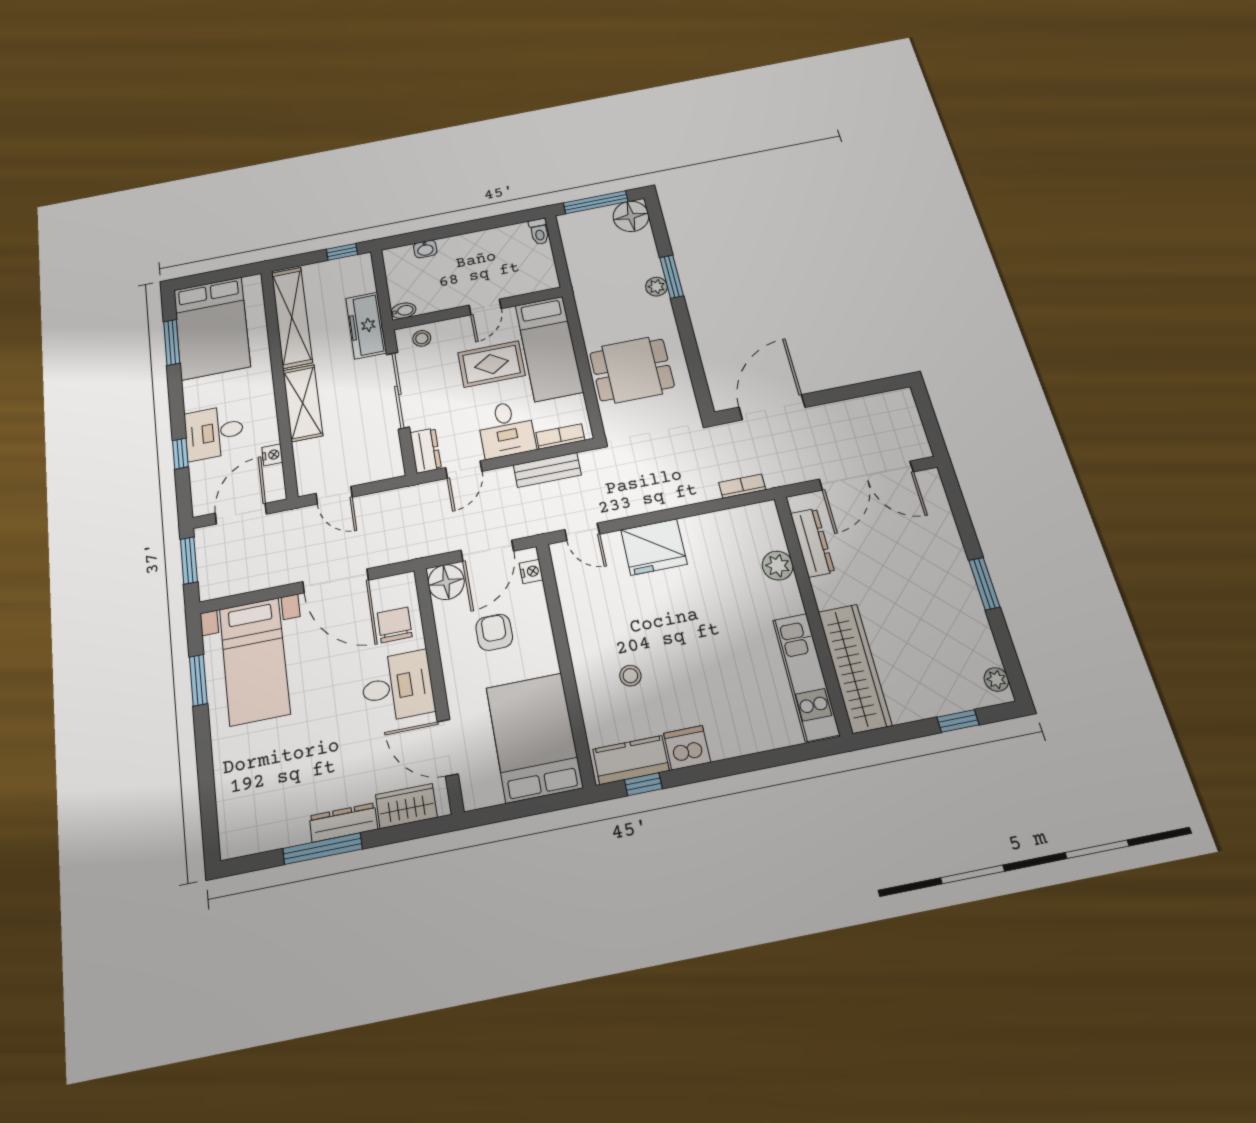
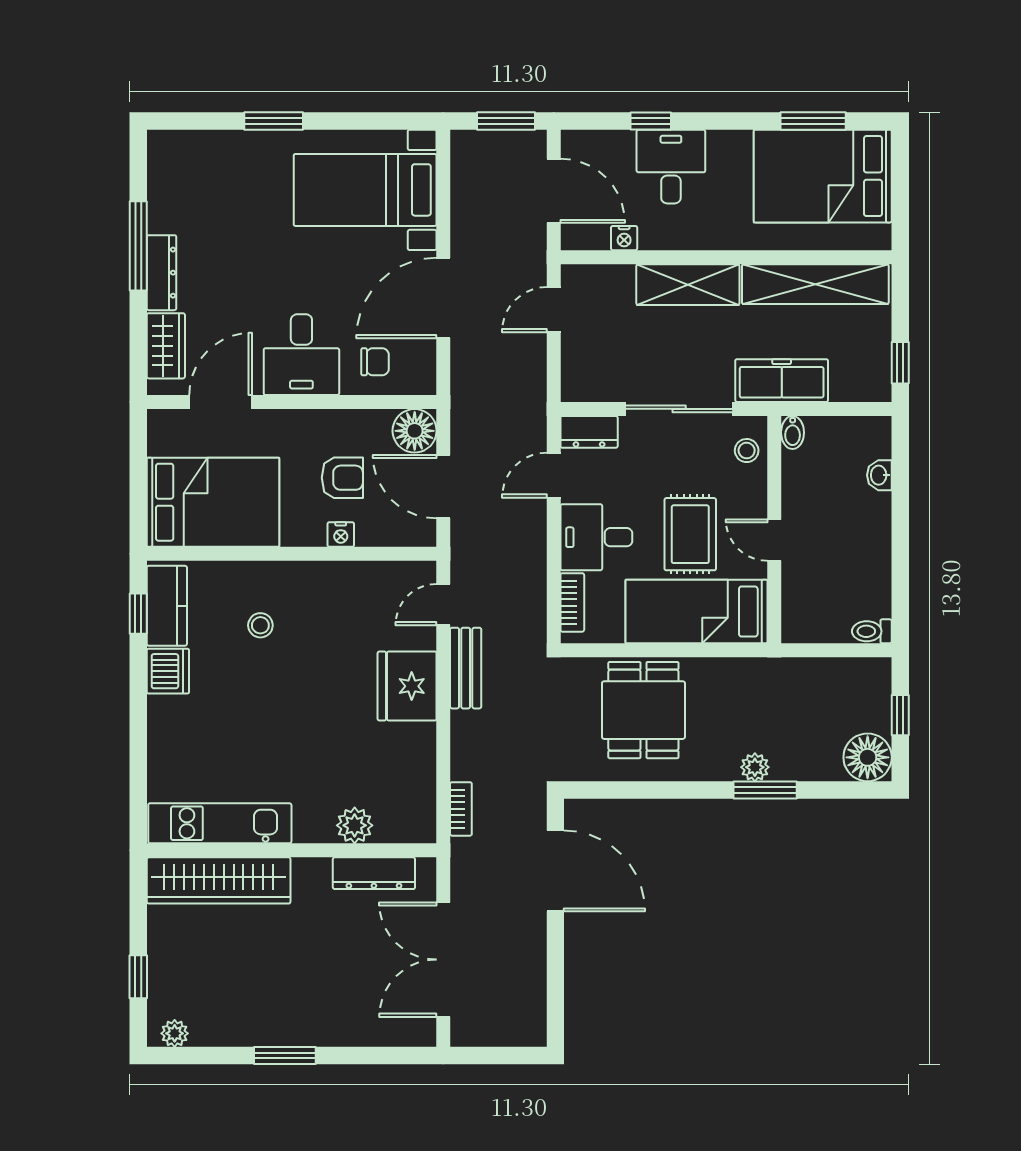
window: (596, 202) -> (900, 715), width x0.46
door: (464, 470) -> (554, 475), hinge flipped
bench: (547, 470) -> (466, 668), moved
nightstand: (531, 571) -> (341, 534), moved
chair: (395, 625) -> (375, 362), width x0.73, depth x0.73
window: (198, 680) -> (274, 121), moved

